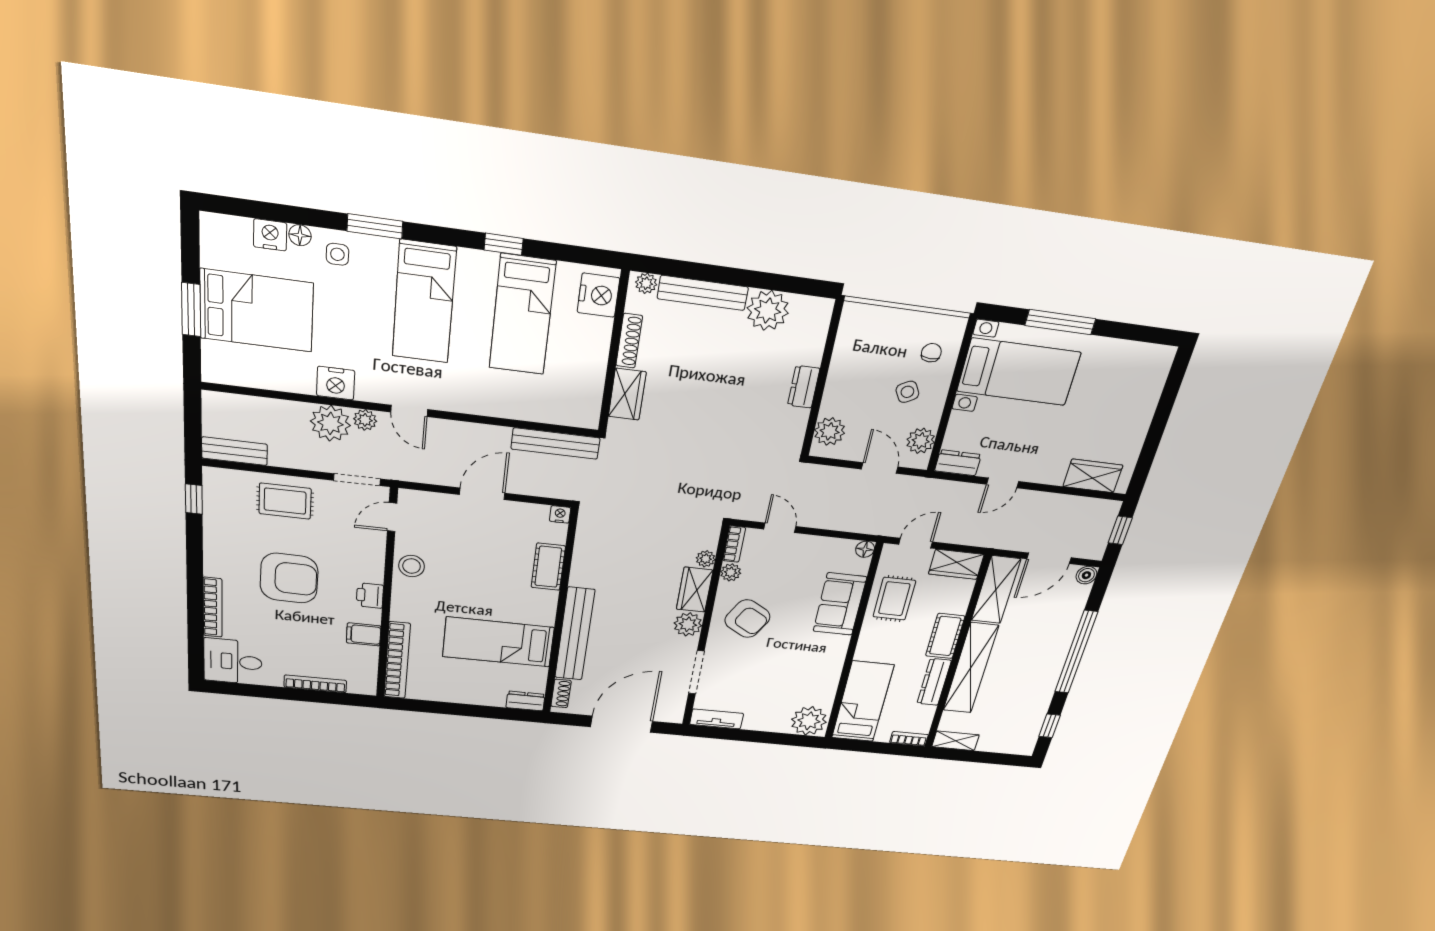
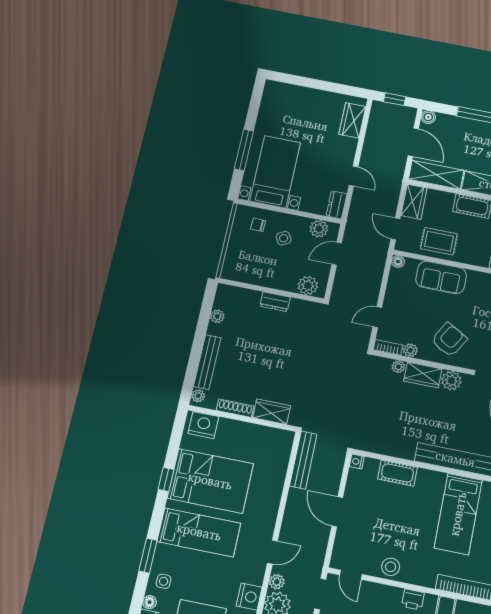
plant: (768, 310) -> (217, 316), width x0.53, depth x0.53
bed: (522, 315) -> (210, 481), width x1.50

